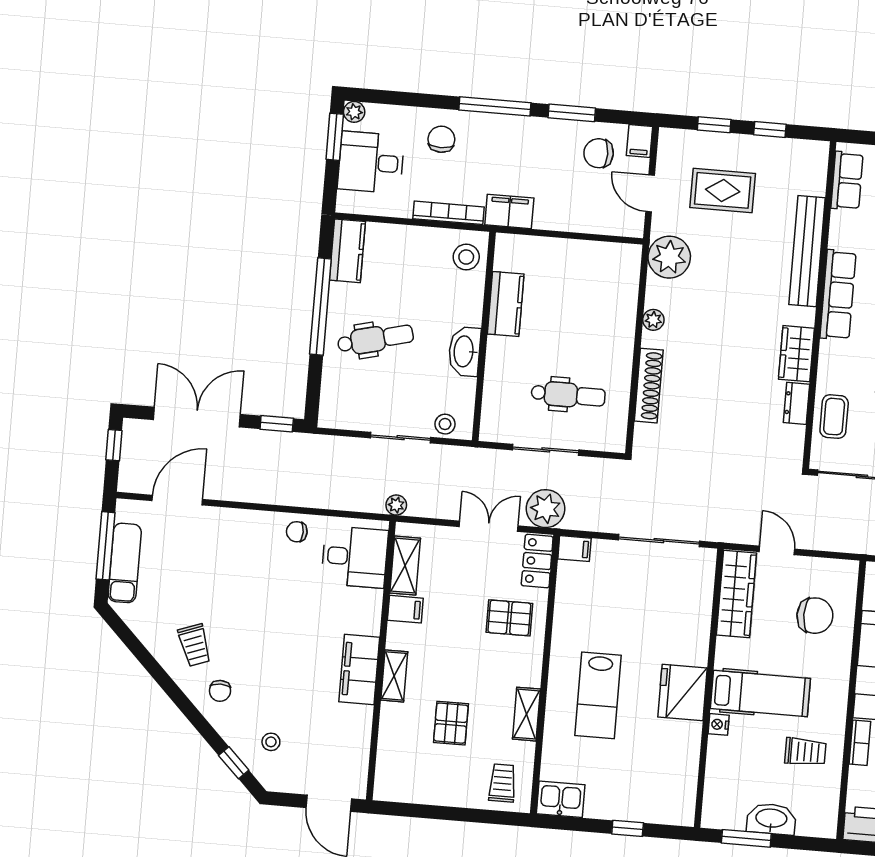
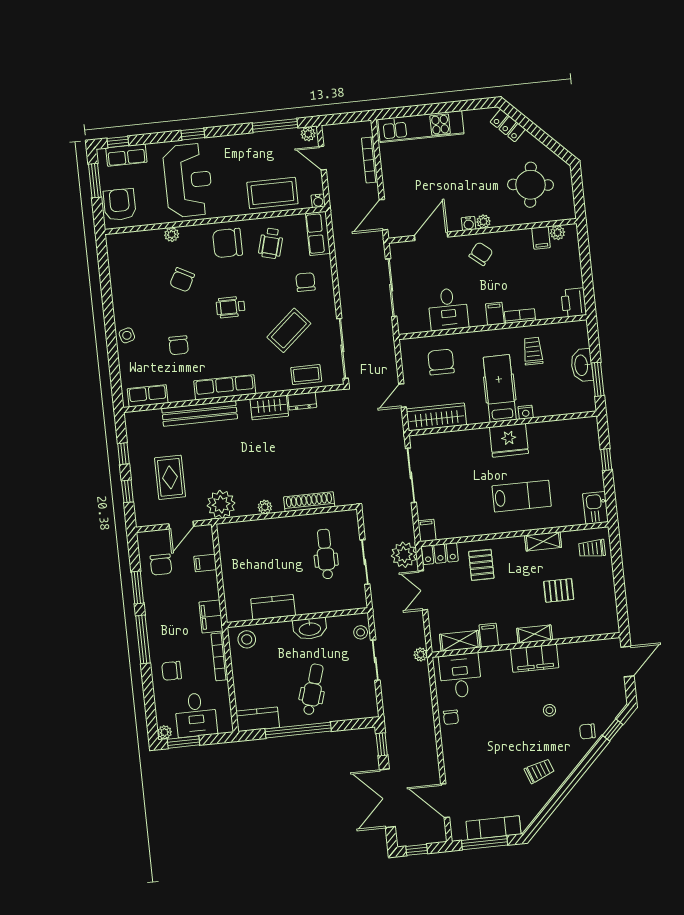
filing cabinet: (640, 141) -> (205, 563), moved, turned 180
dental chair: (375, 339) -> (313, 689), turned 31
chair: (220, 691) -> (587, 731), moved, turned 180
stool: (271, 742) -> (549, 710), moved

